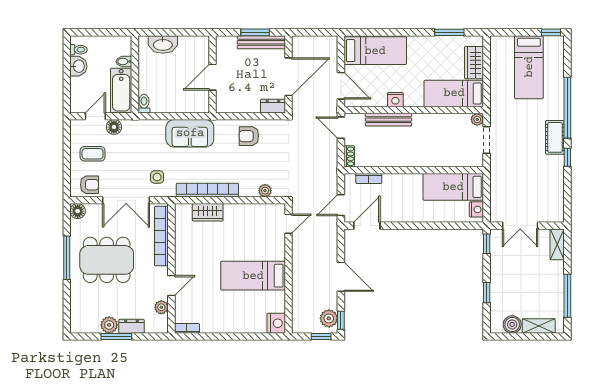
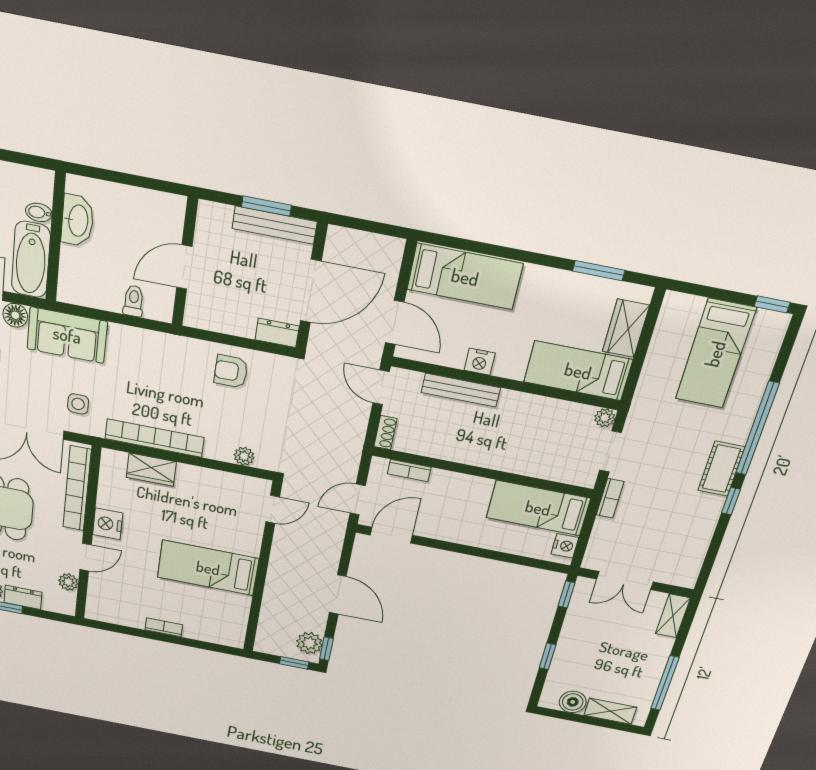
washbasin: (163, 44) -> (77, 221), moved, turned -90
toilet: (144, 104) -> (134, 301), moved
sofa: (190, 133) -> (67, 335), moved
bookcase: (495, 171) -> (610, 498), added
nightstand: (276, 323) -> (108, 524), moved, turned 180
bookcase: (187, 328) -> (164, 627), moved

